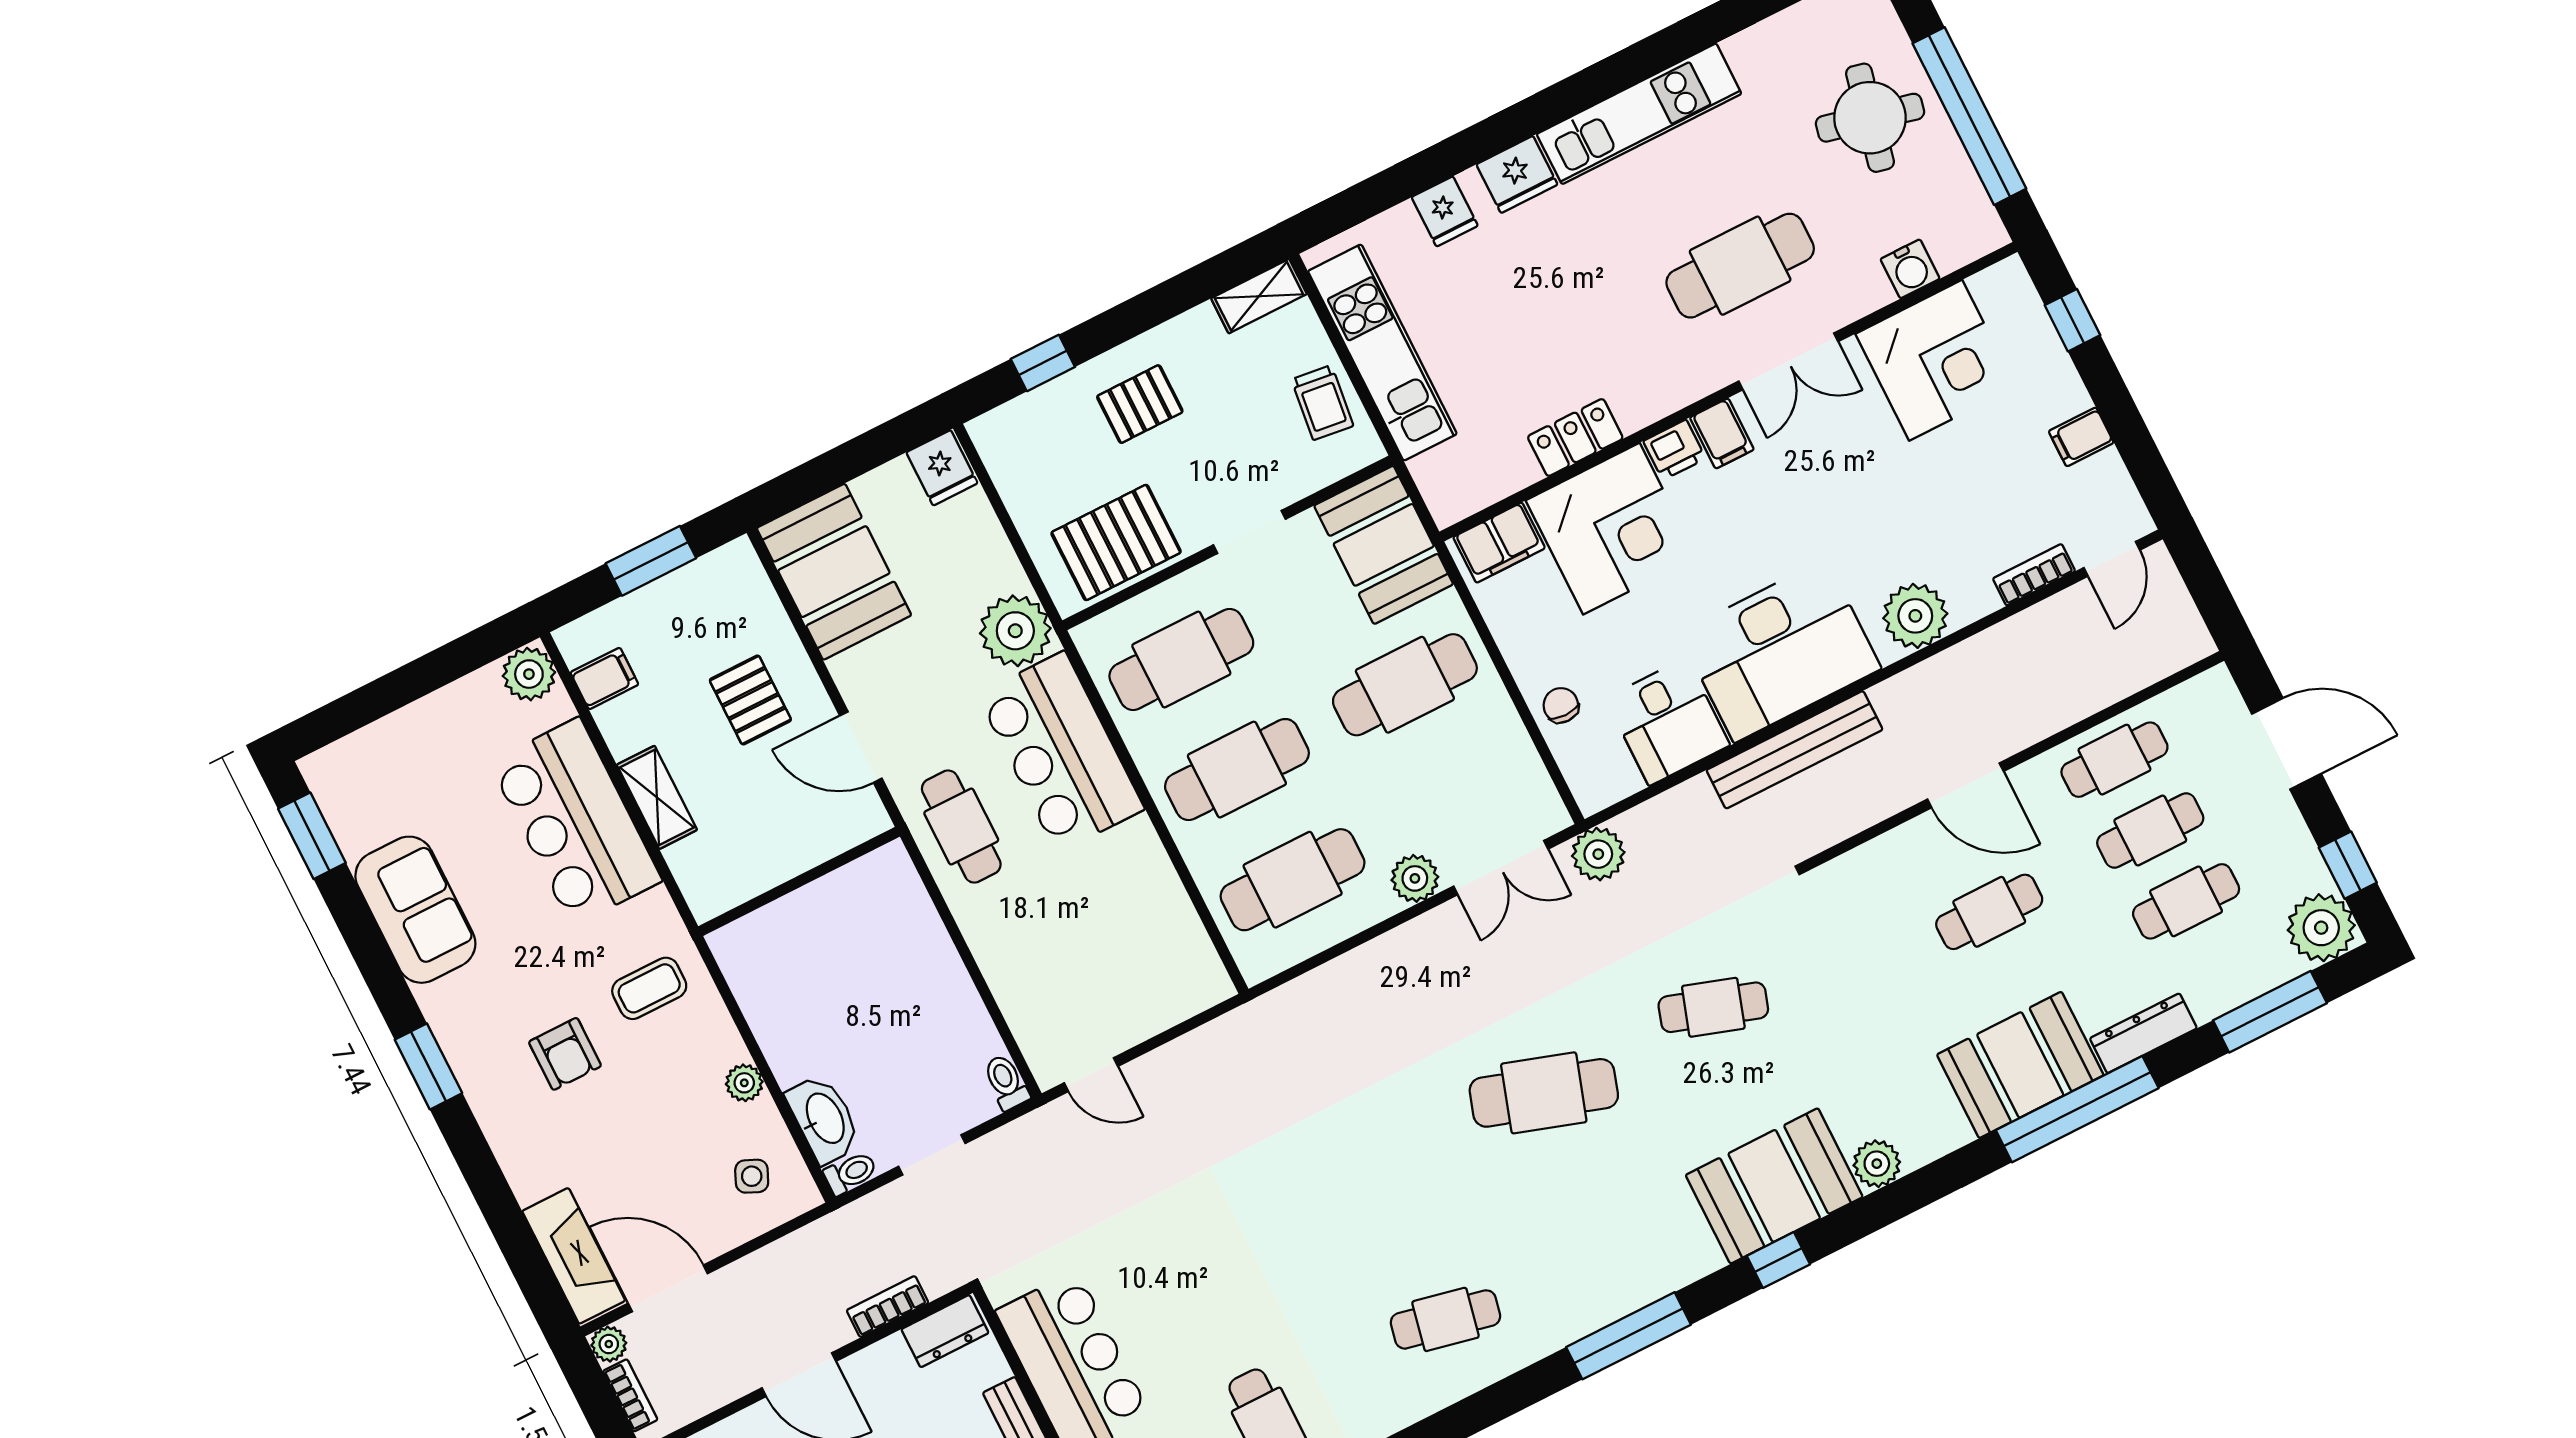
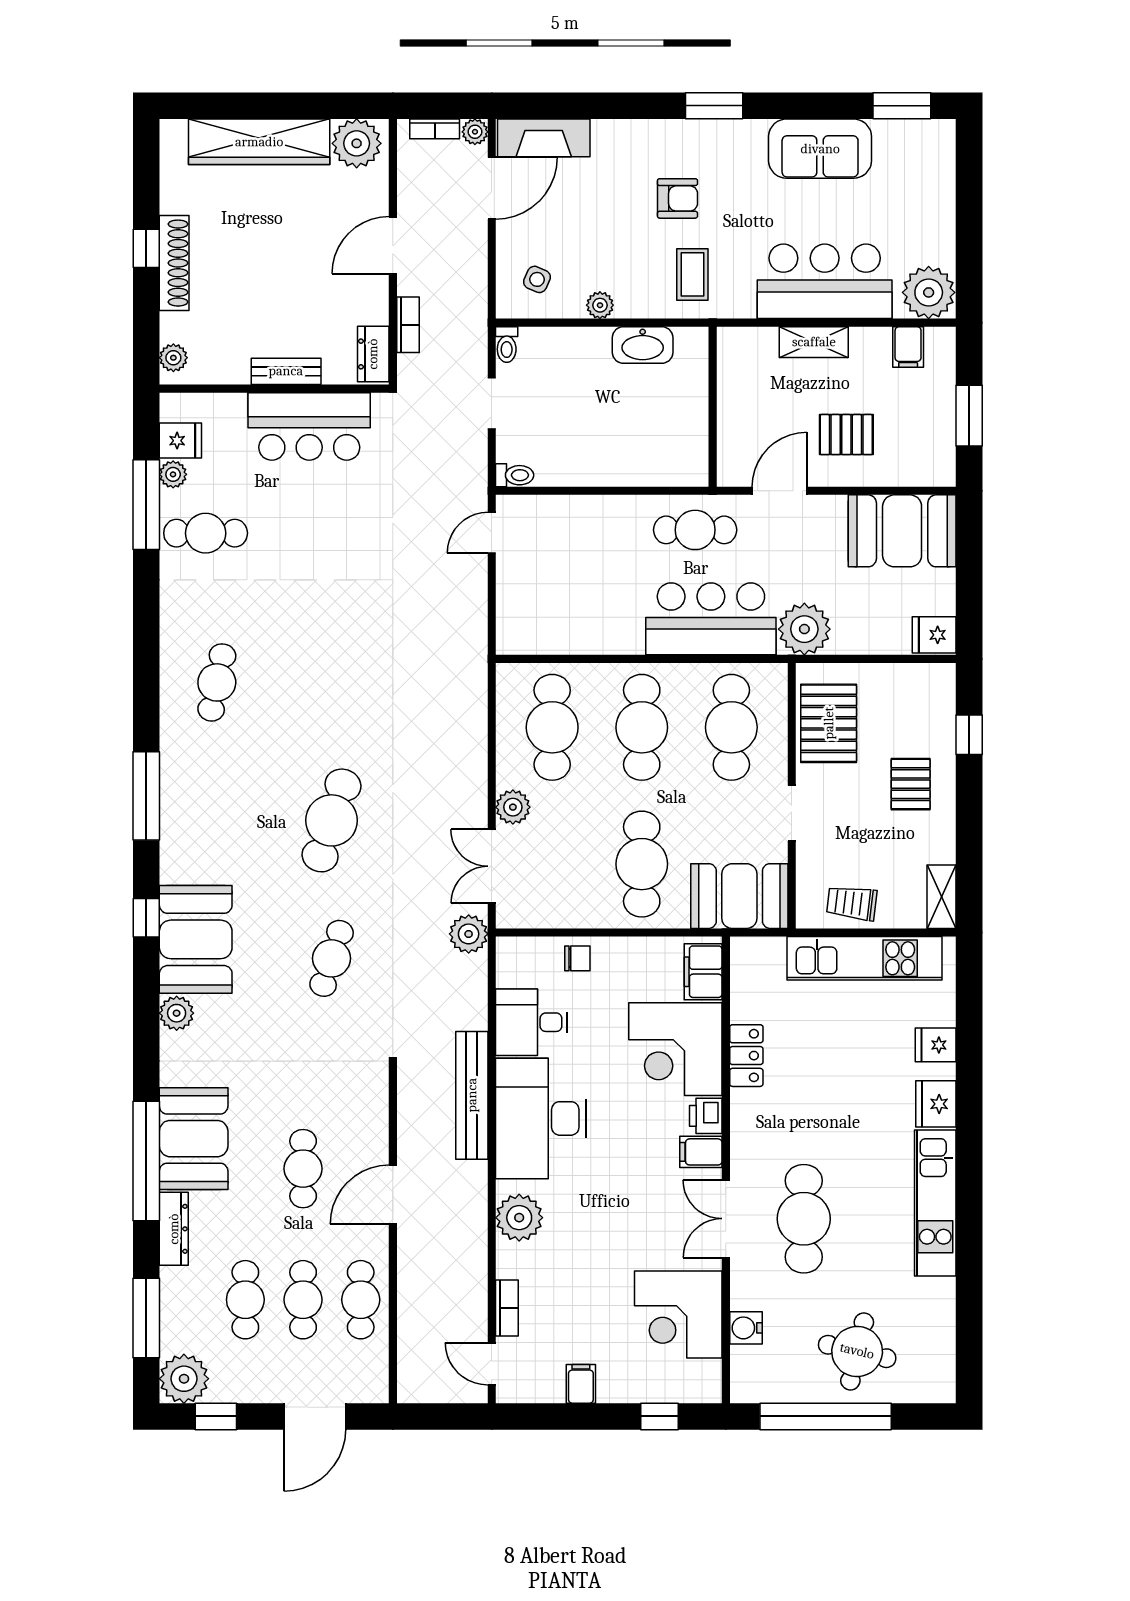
plant: (529, 674) -> (929, 292), width x1.36, depth x1.36
armchair: (565, 1054) -> (677, 198), turned 180
washbasin: (824, 1119) -> (643, 345), moved

